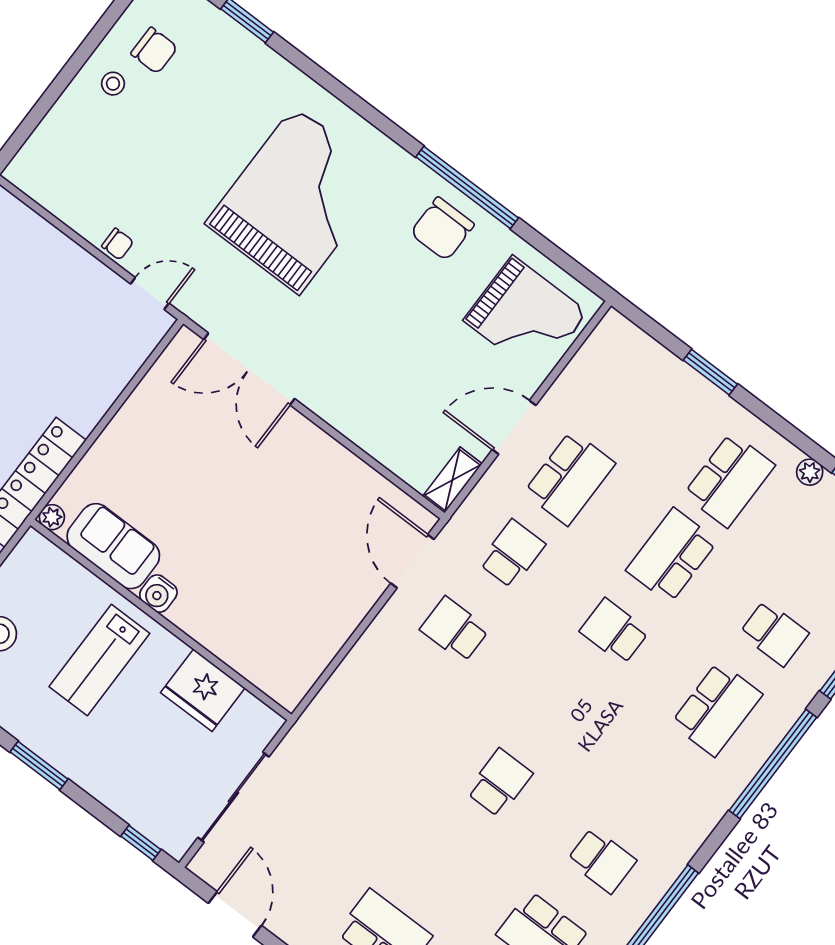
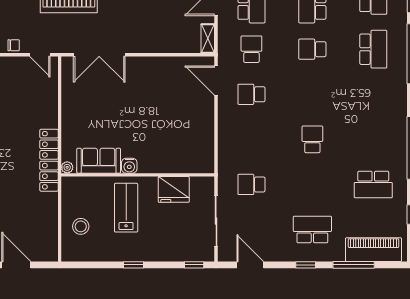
door: (150, 294) -> (40, 55), swing flipped
lab bench: (99, 660) -> (126, 208), turned 180
window: (39, 766) -> (133, 265), width x0.67
school desk: (602, 860) -> (251, 184), moved, turned 180

